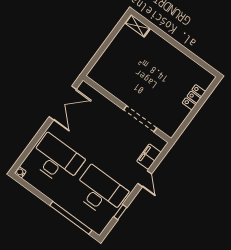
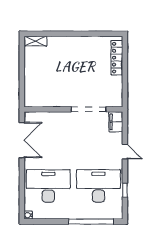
locker: (194, 97) -> (117, 58), width x1.53
filing cabinet: (149, 157) -> (116, 122), moved

